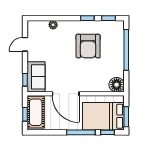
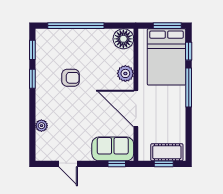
armchair: (88, 46) -> (71, 78), width x0.53, depth x0.53
plant: (91, 86) -> (125, 73), added
door: (66, 94) -> (136, 109), swing flipped
cot: (36, 112) -> (167, 152), width x0.73, depth x0.75

